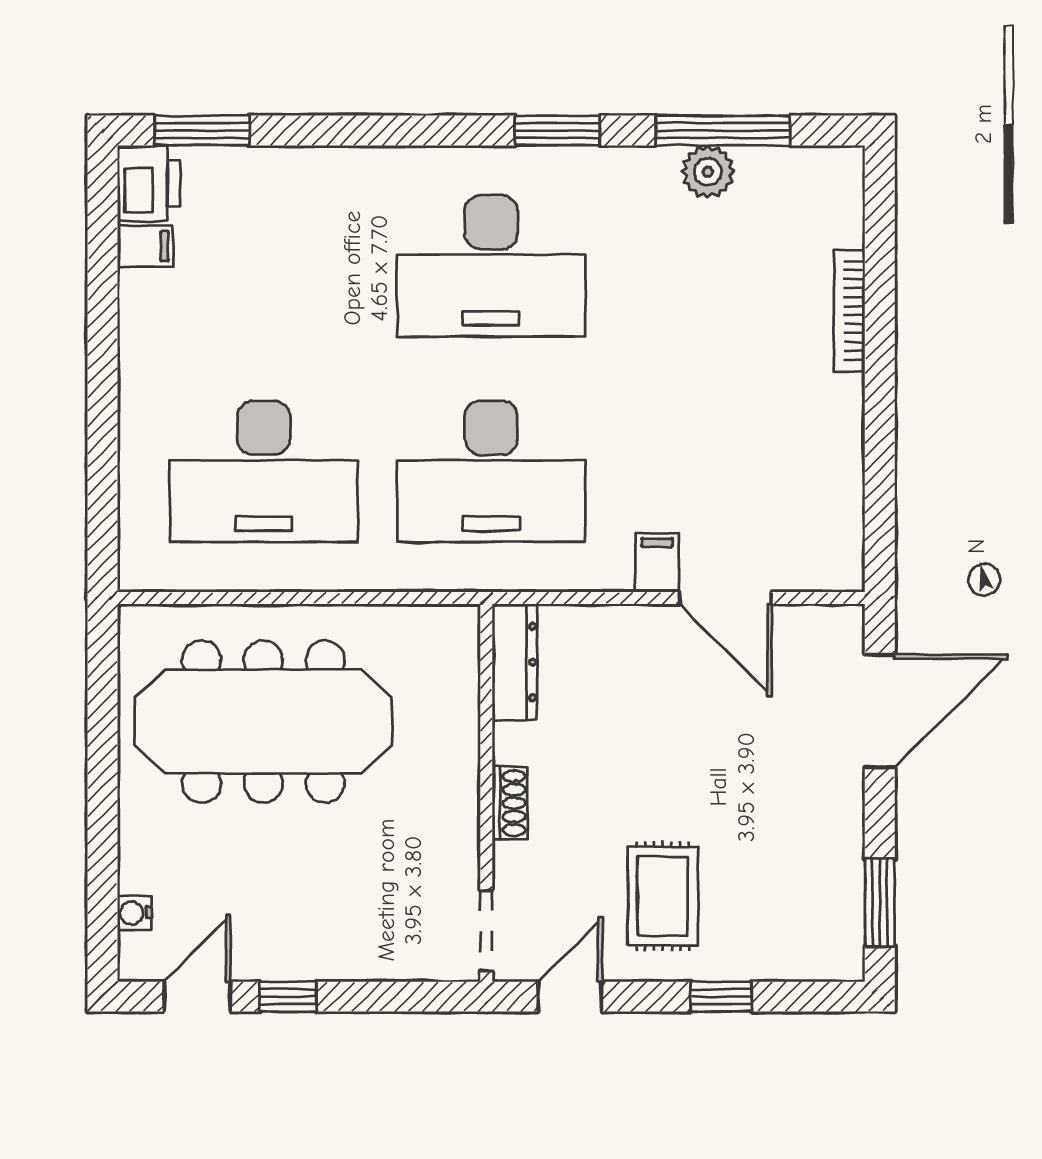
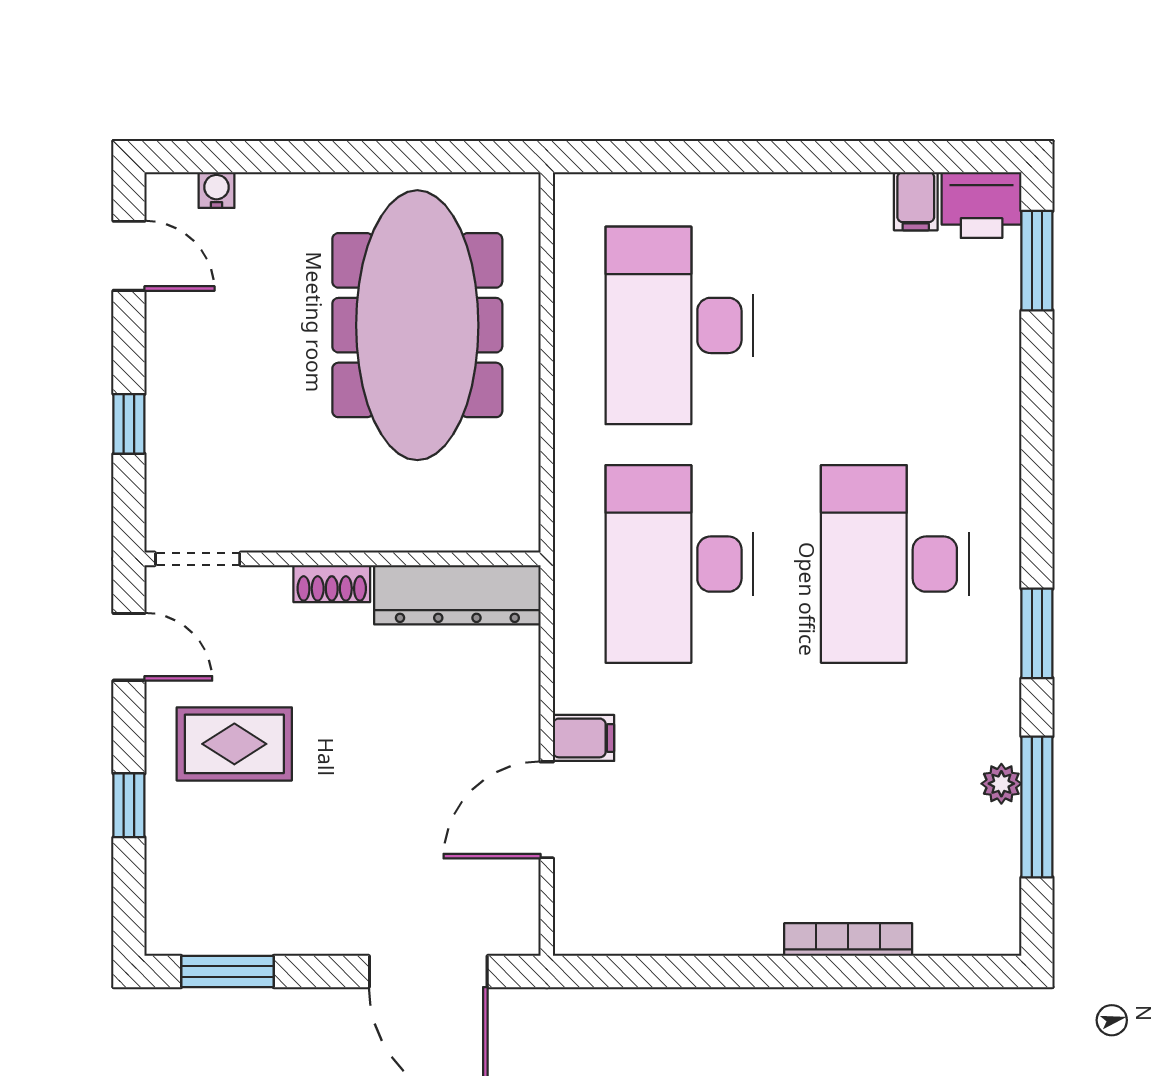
plant: (708, 172) -> (1001, 784), width x0.73, depth x0.73
dresser: (515, 662) -> (457, 595), width x1.37, depth x1.24
window: (288, 997) -> (129, 424), moved

